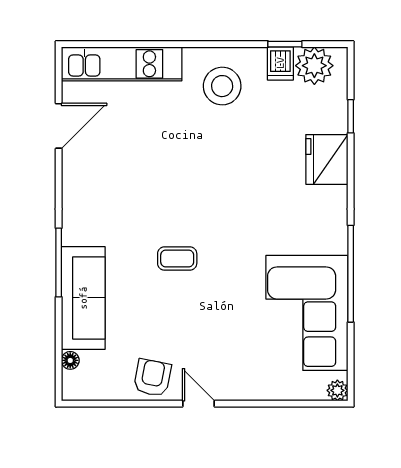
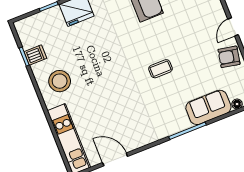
plant: (314, 66) -> (29, 36), removed
coffee table: (177, 258) -> (161, 69), turned 90
sofa: (83, 298) -> (208, 107), width x0.73

